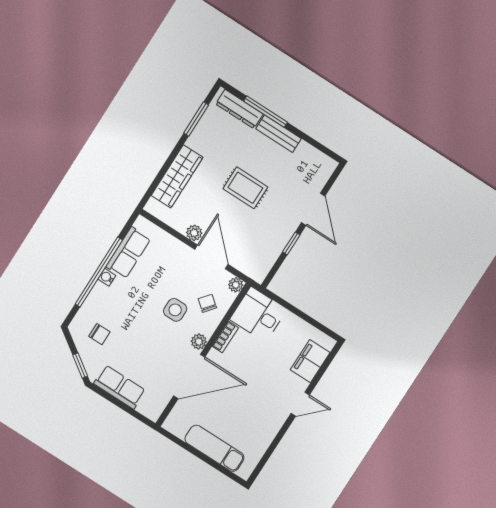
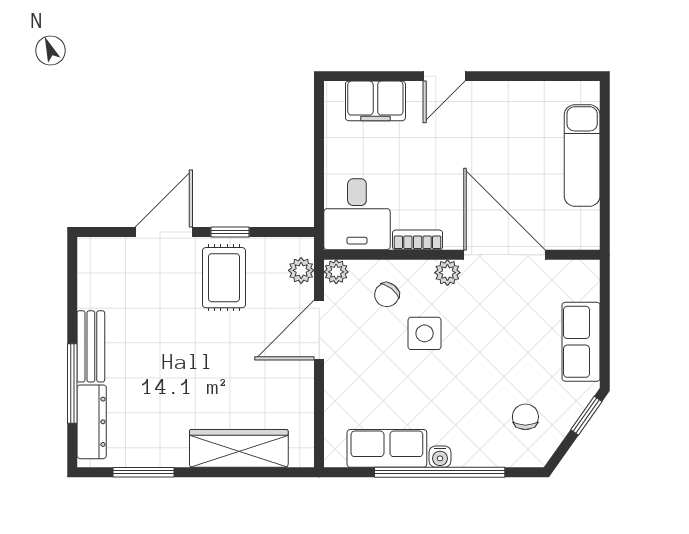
rug: (245, 188) -> (224, 278), moved
plant: (194, 233) -> (301, 270), moved
door: (300, 404) -> (444, 76), swing flipped

